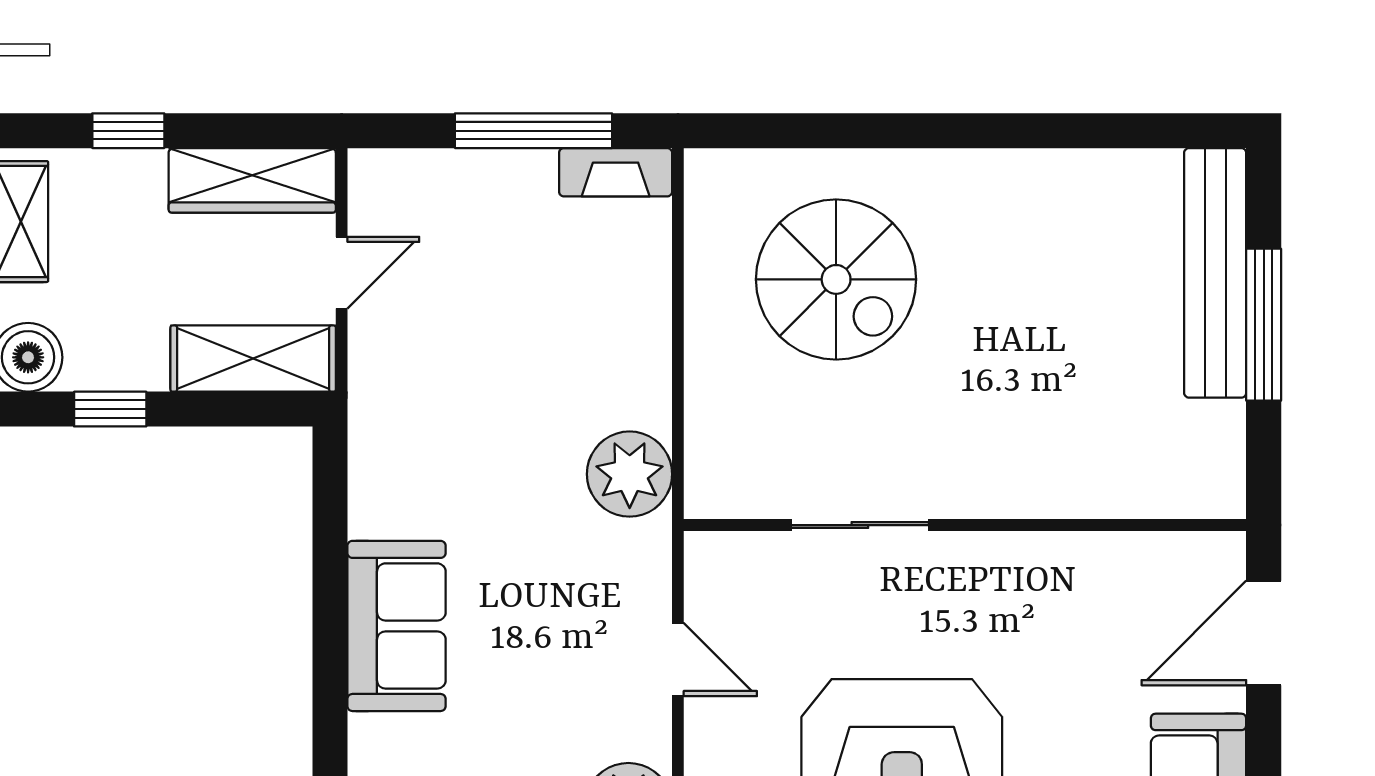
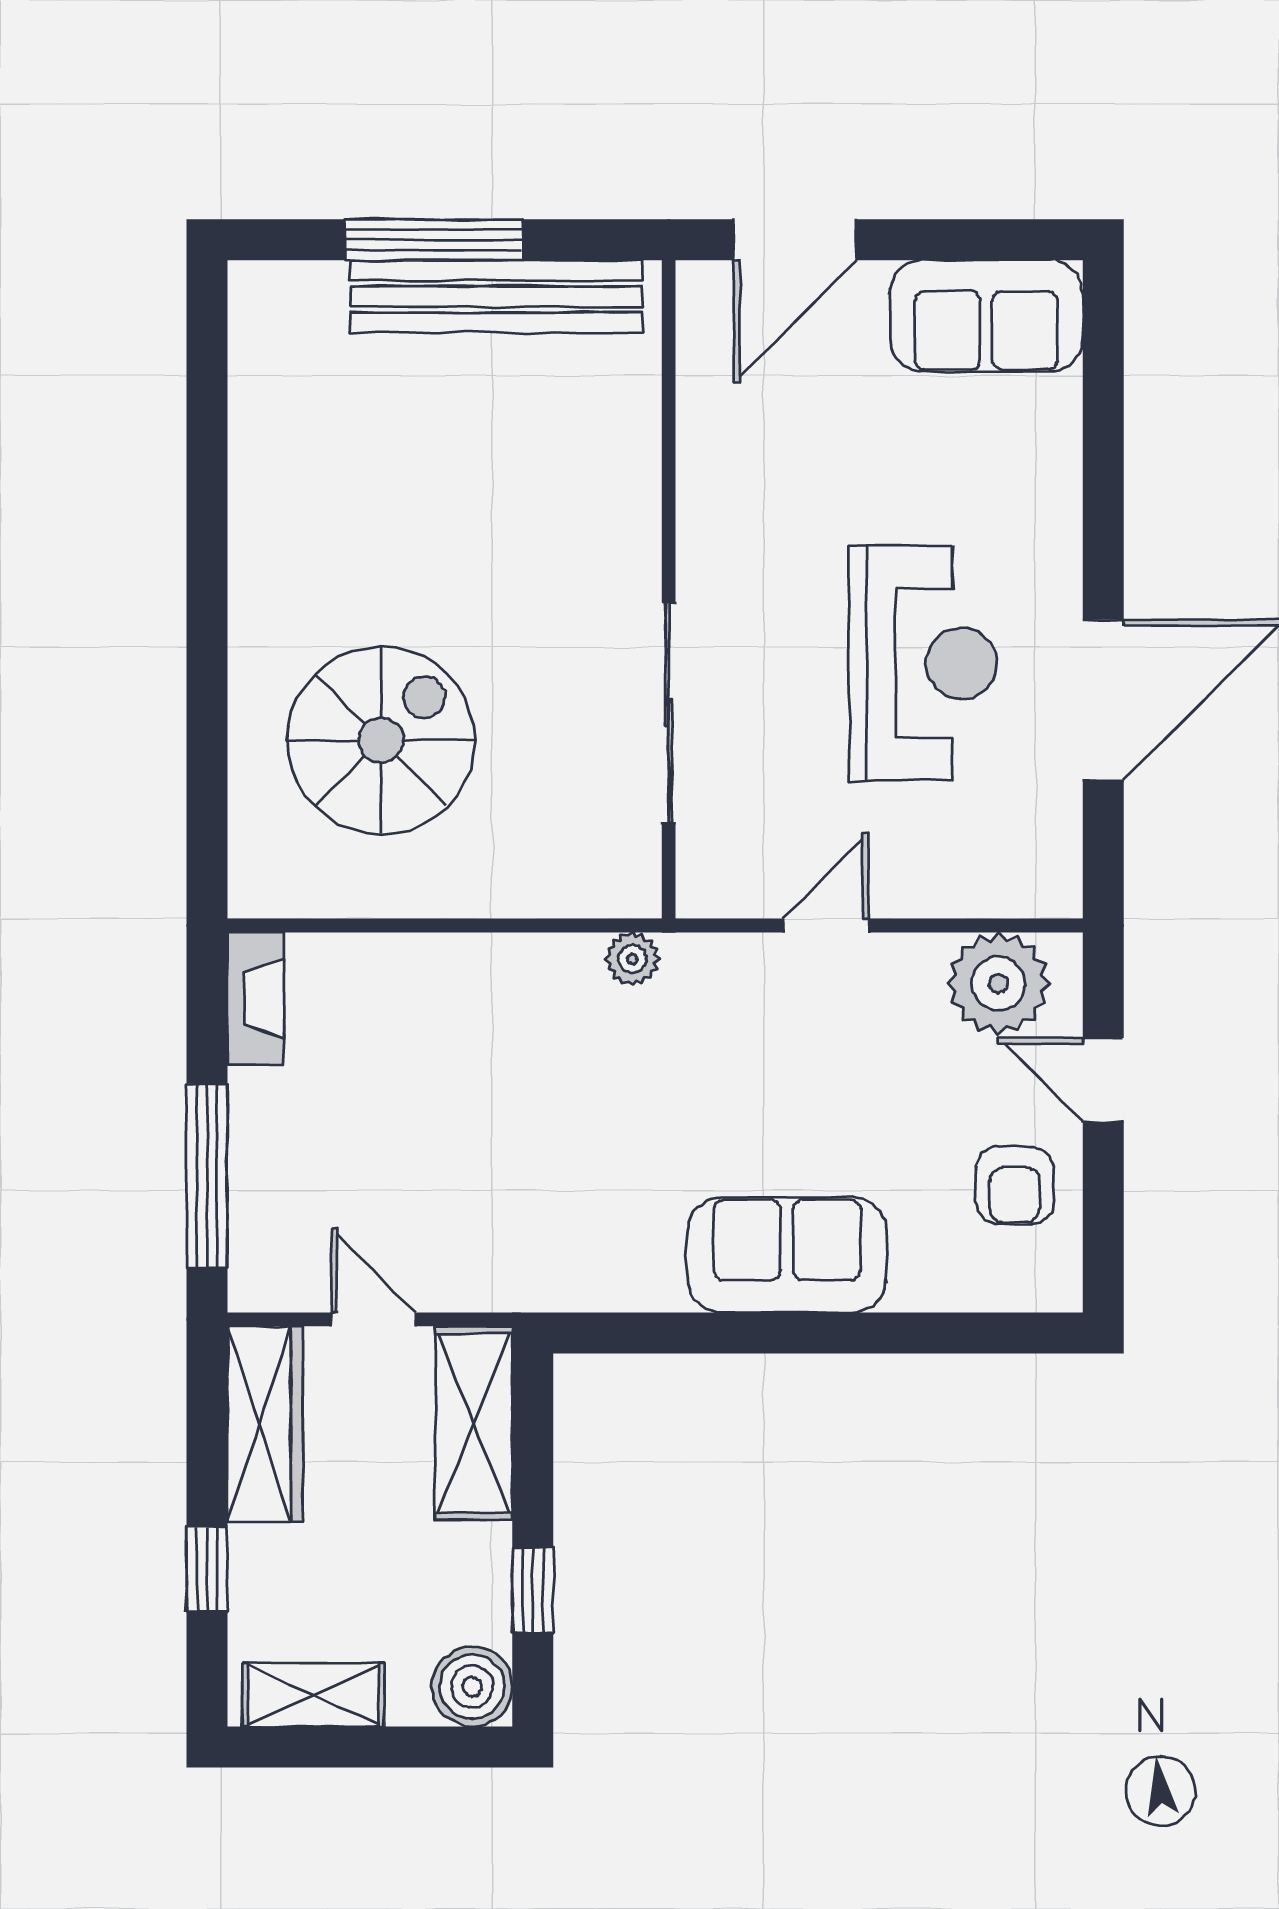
window: (533, 131) -> (207, 1176), moved
bench: (1215, 273) -> (496, 296), moved
plant: (630, 474) -> (632, 959), width x0.53, depth x0.53
sliding door: (860, 525) -> (669, 712), width x1.37
door: (1264, 633) -> (795, 240), hinge flipped

